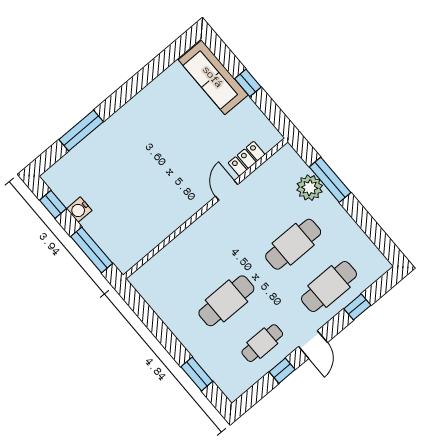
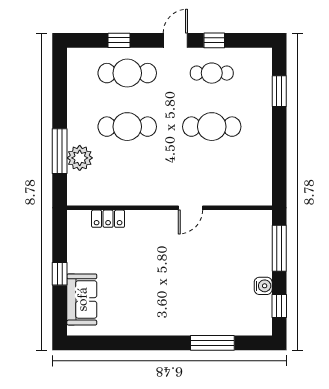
sofa: (213, 77) -> (82, 299), width x0.73
door: (227, 190) -> (190, 208), moved

